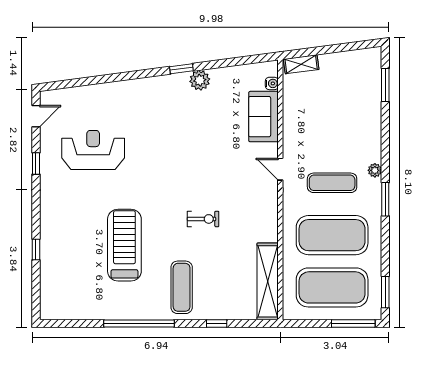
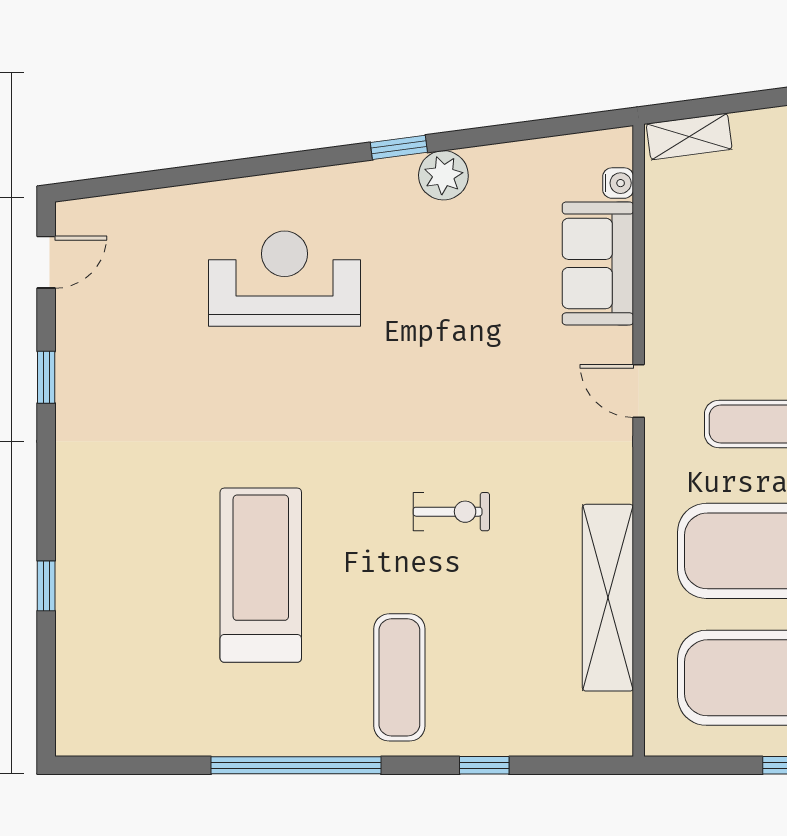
reception desk: (93, 150) -> (285, 279), moved
shelving: (268, 281) -> (608, 598), moved

